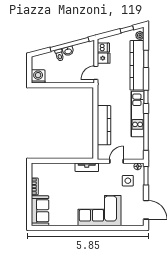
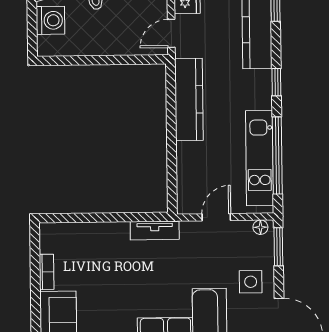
washing machine: (38, 76) -> (50, 20), moved, turned 90
kitchen unit: (138, 114) -> (260, 158), moved
kitchen counter: (104, 125) -> (189, 99), moved
side table: (128, 181) -> (251, 282), moved

